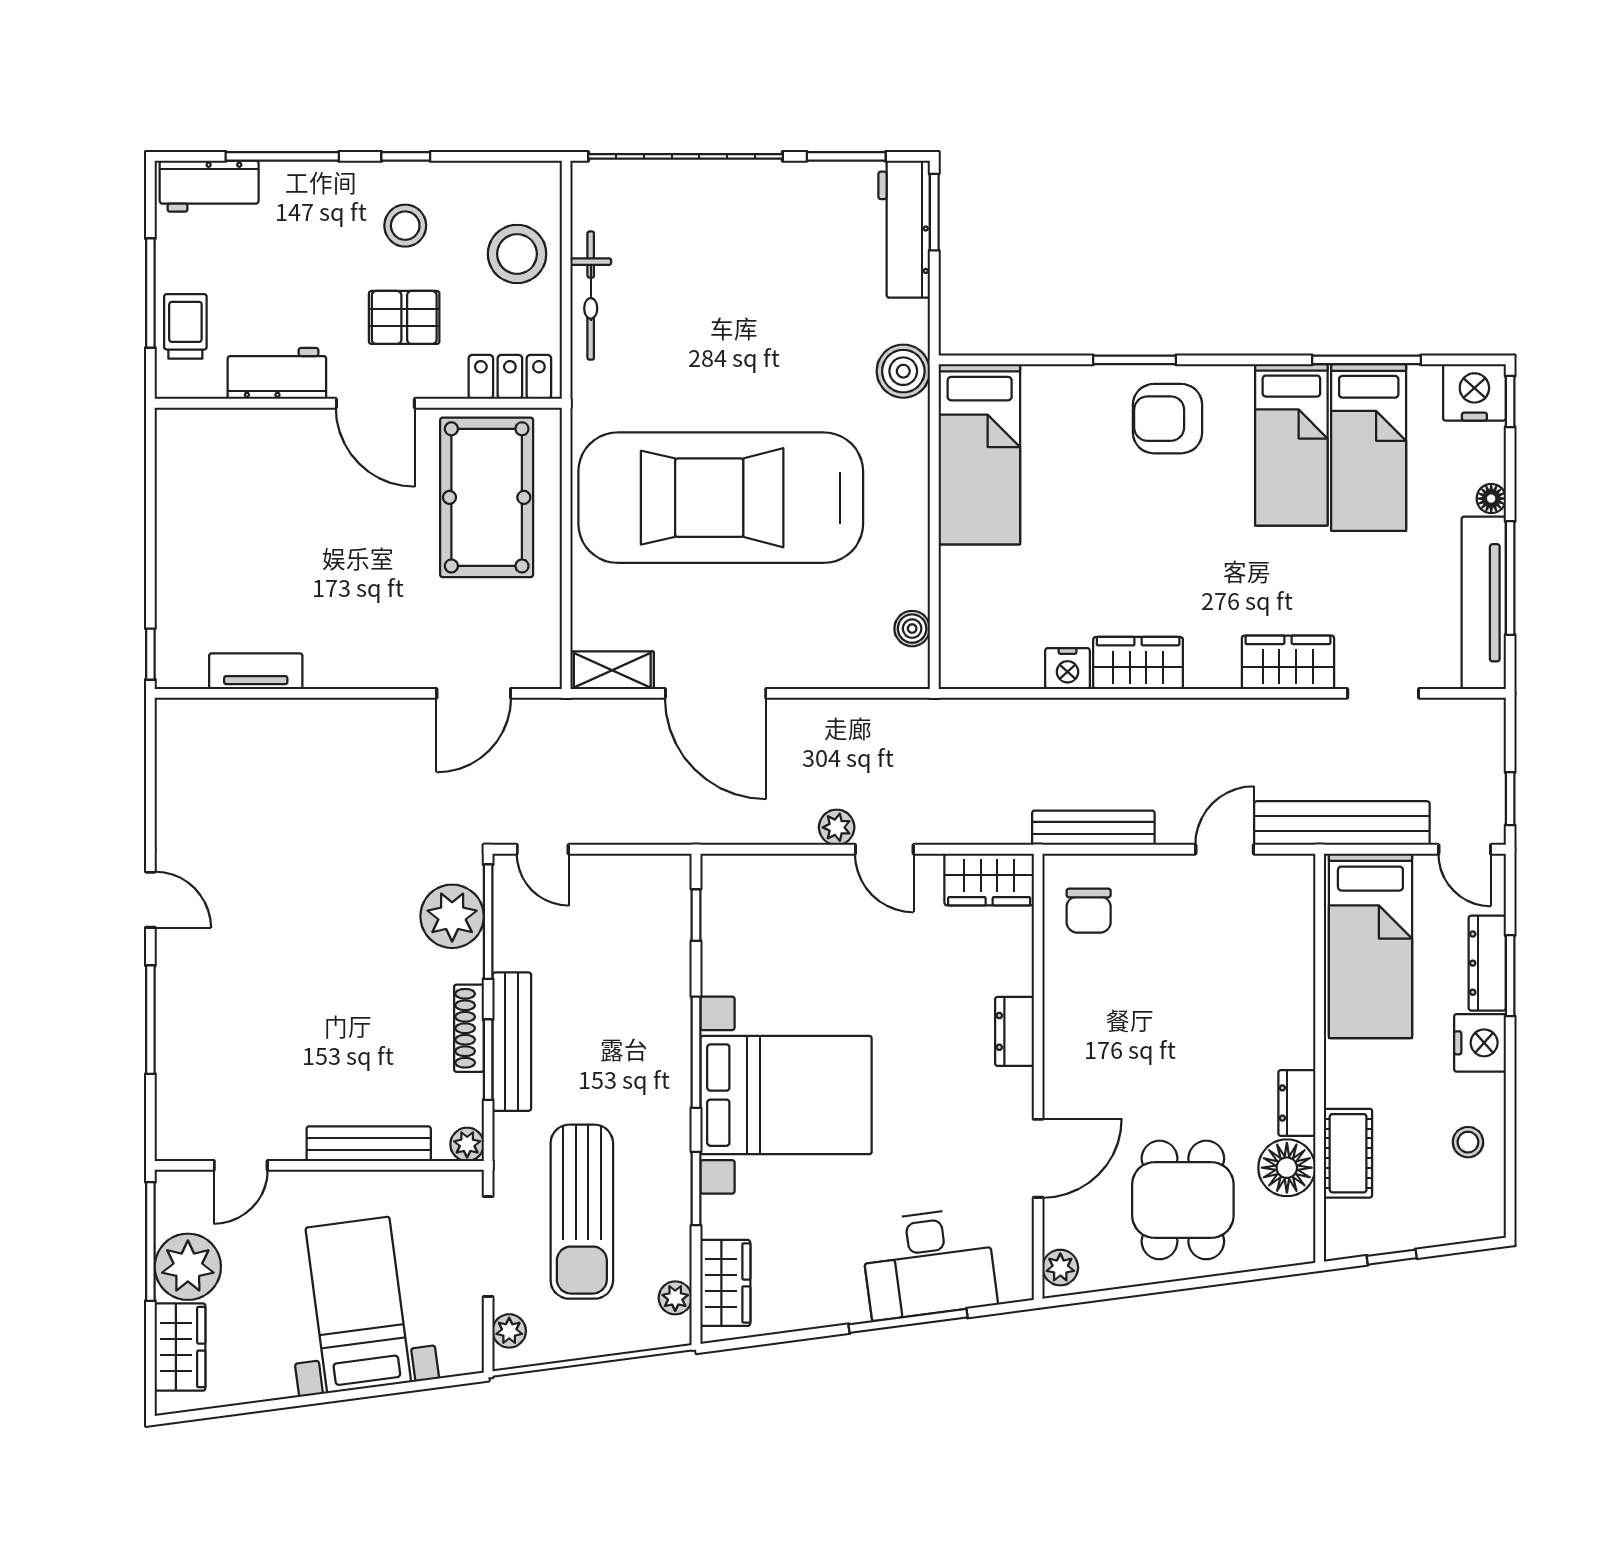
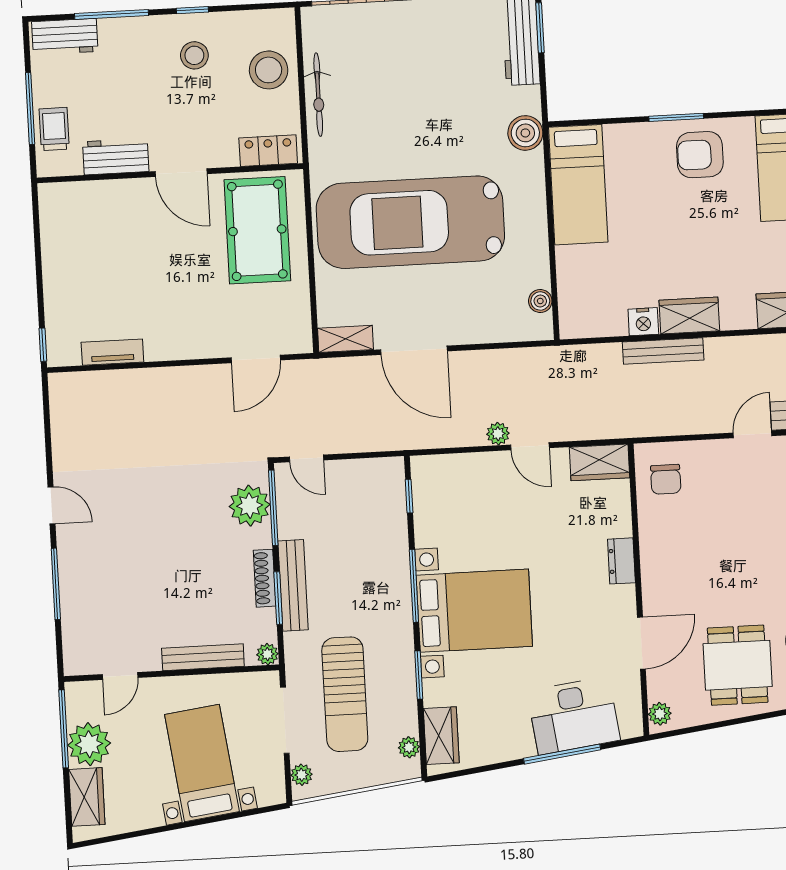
pallet: (404, 317) -> (197, 115), removed
bench: (1093, 828) -> (663, 351), moved

